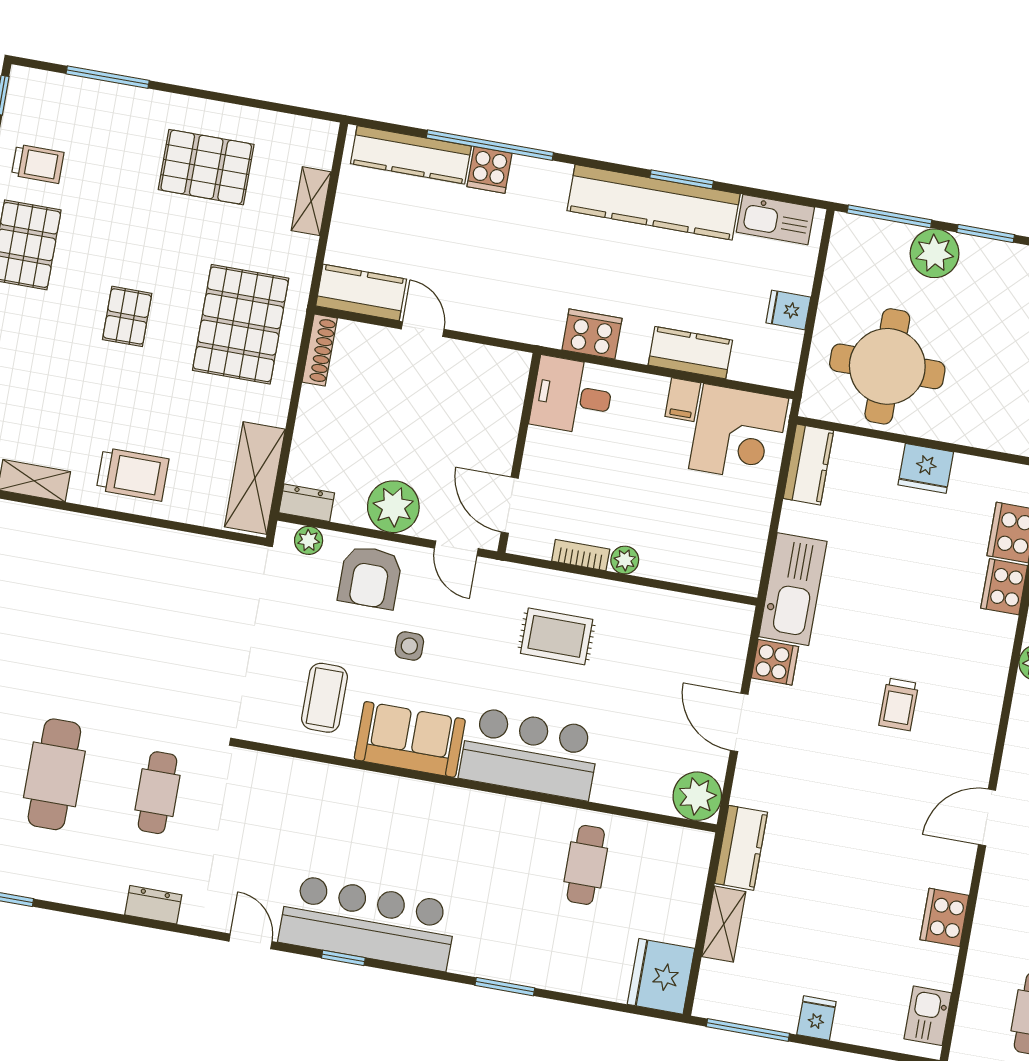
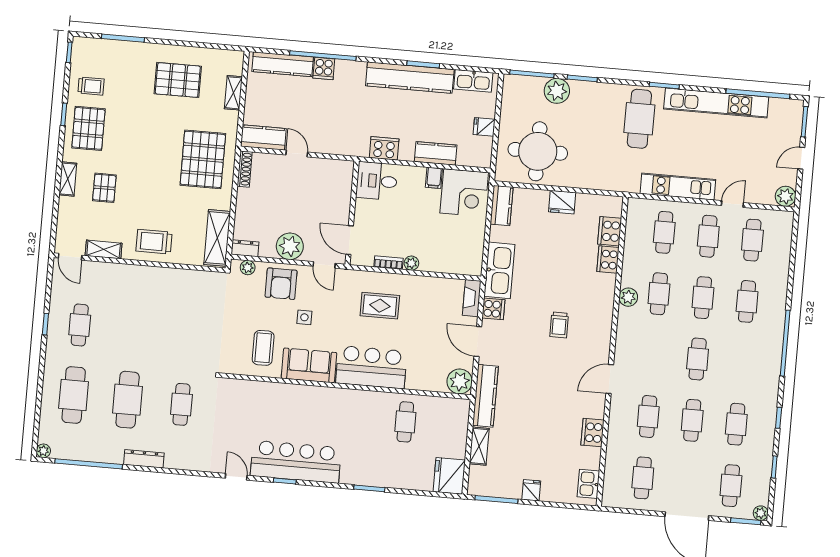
pallet: (127, 316) -> (104, 188), moved
trolley: (133, 474) -> (154, 242), turned 180
fireplace: (735, 638) -> (472, 298), added
kitchen counter: (741, 848) -> (485, 396), width x1.50
dresser: (153, 905) -> (144, 459), moved, width x1.44

